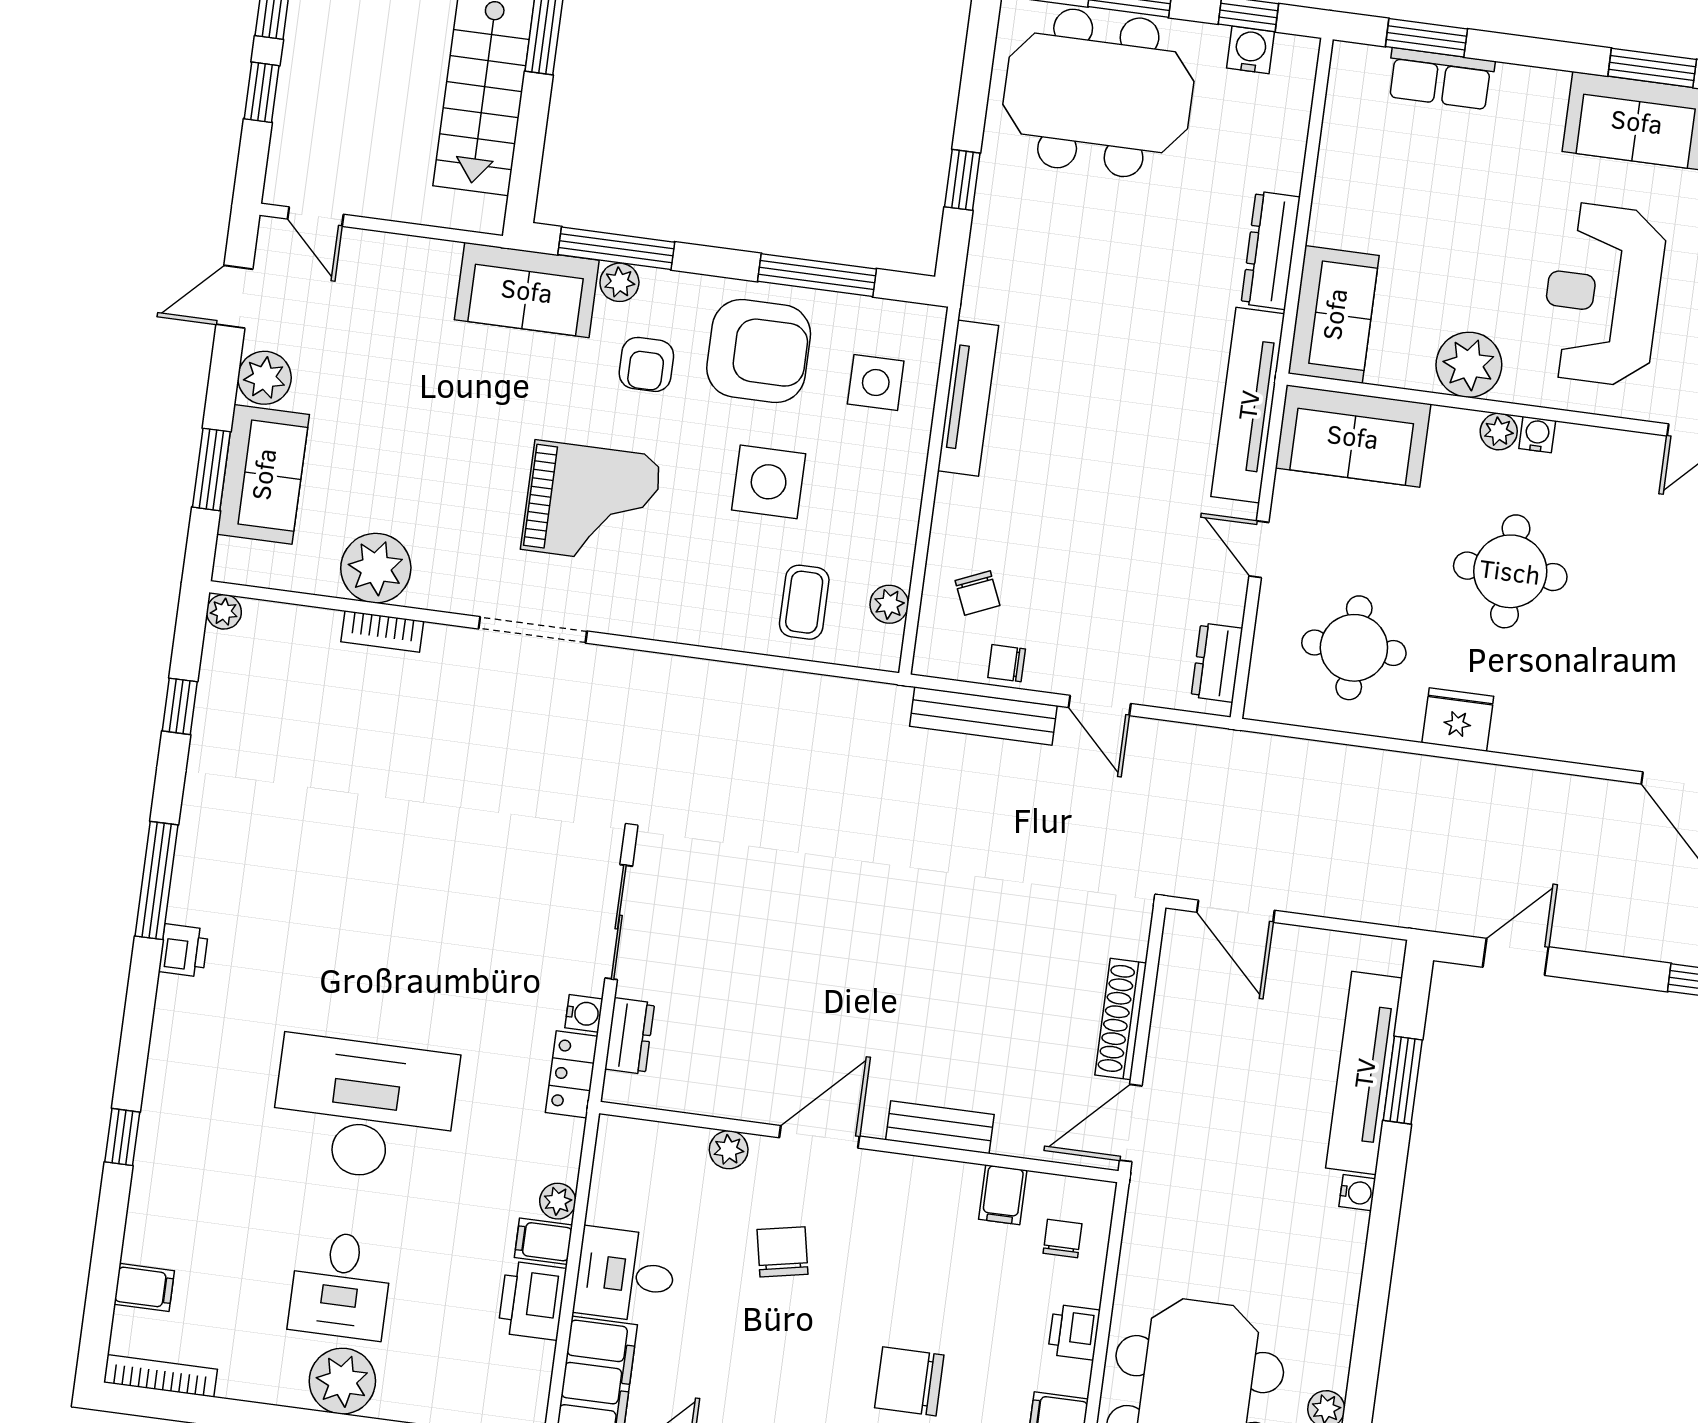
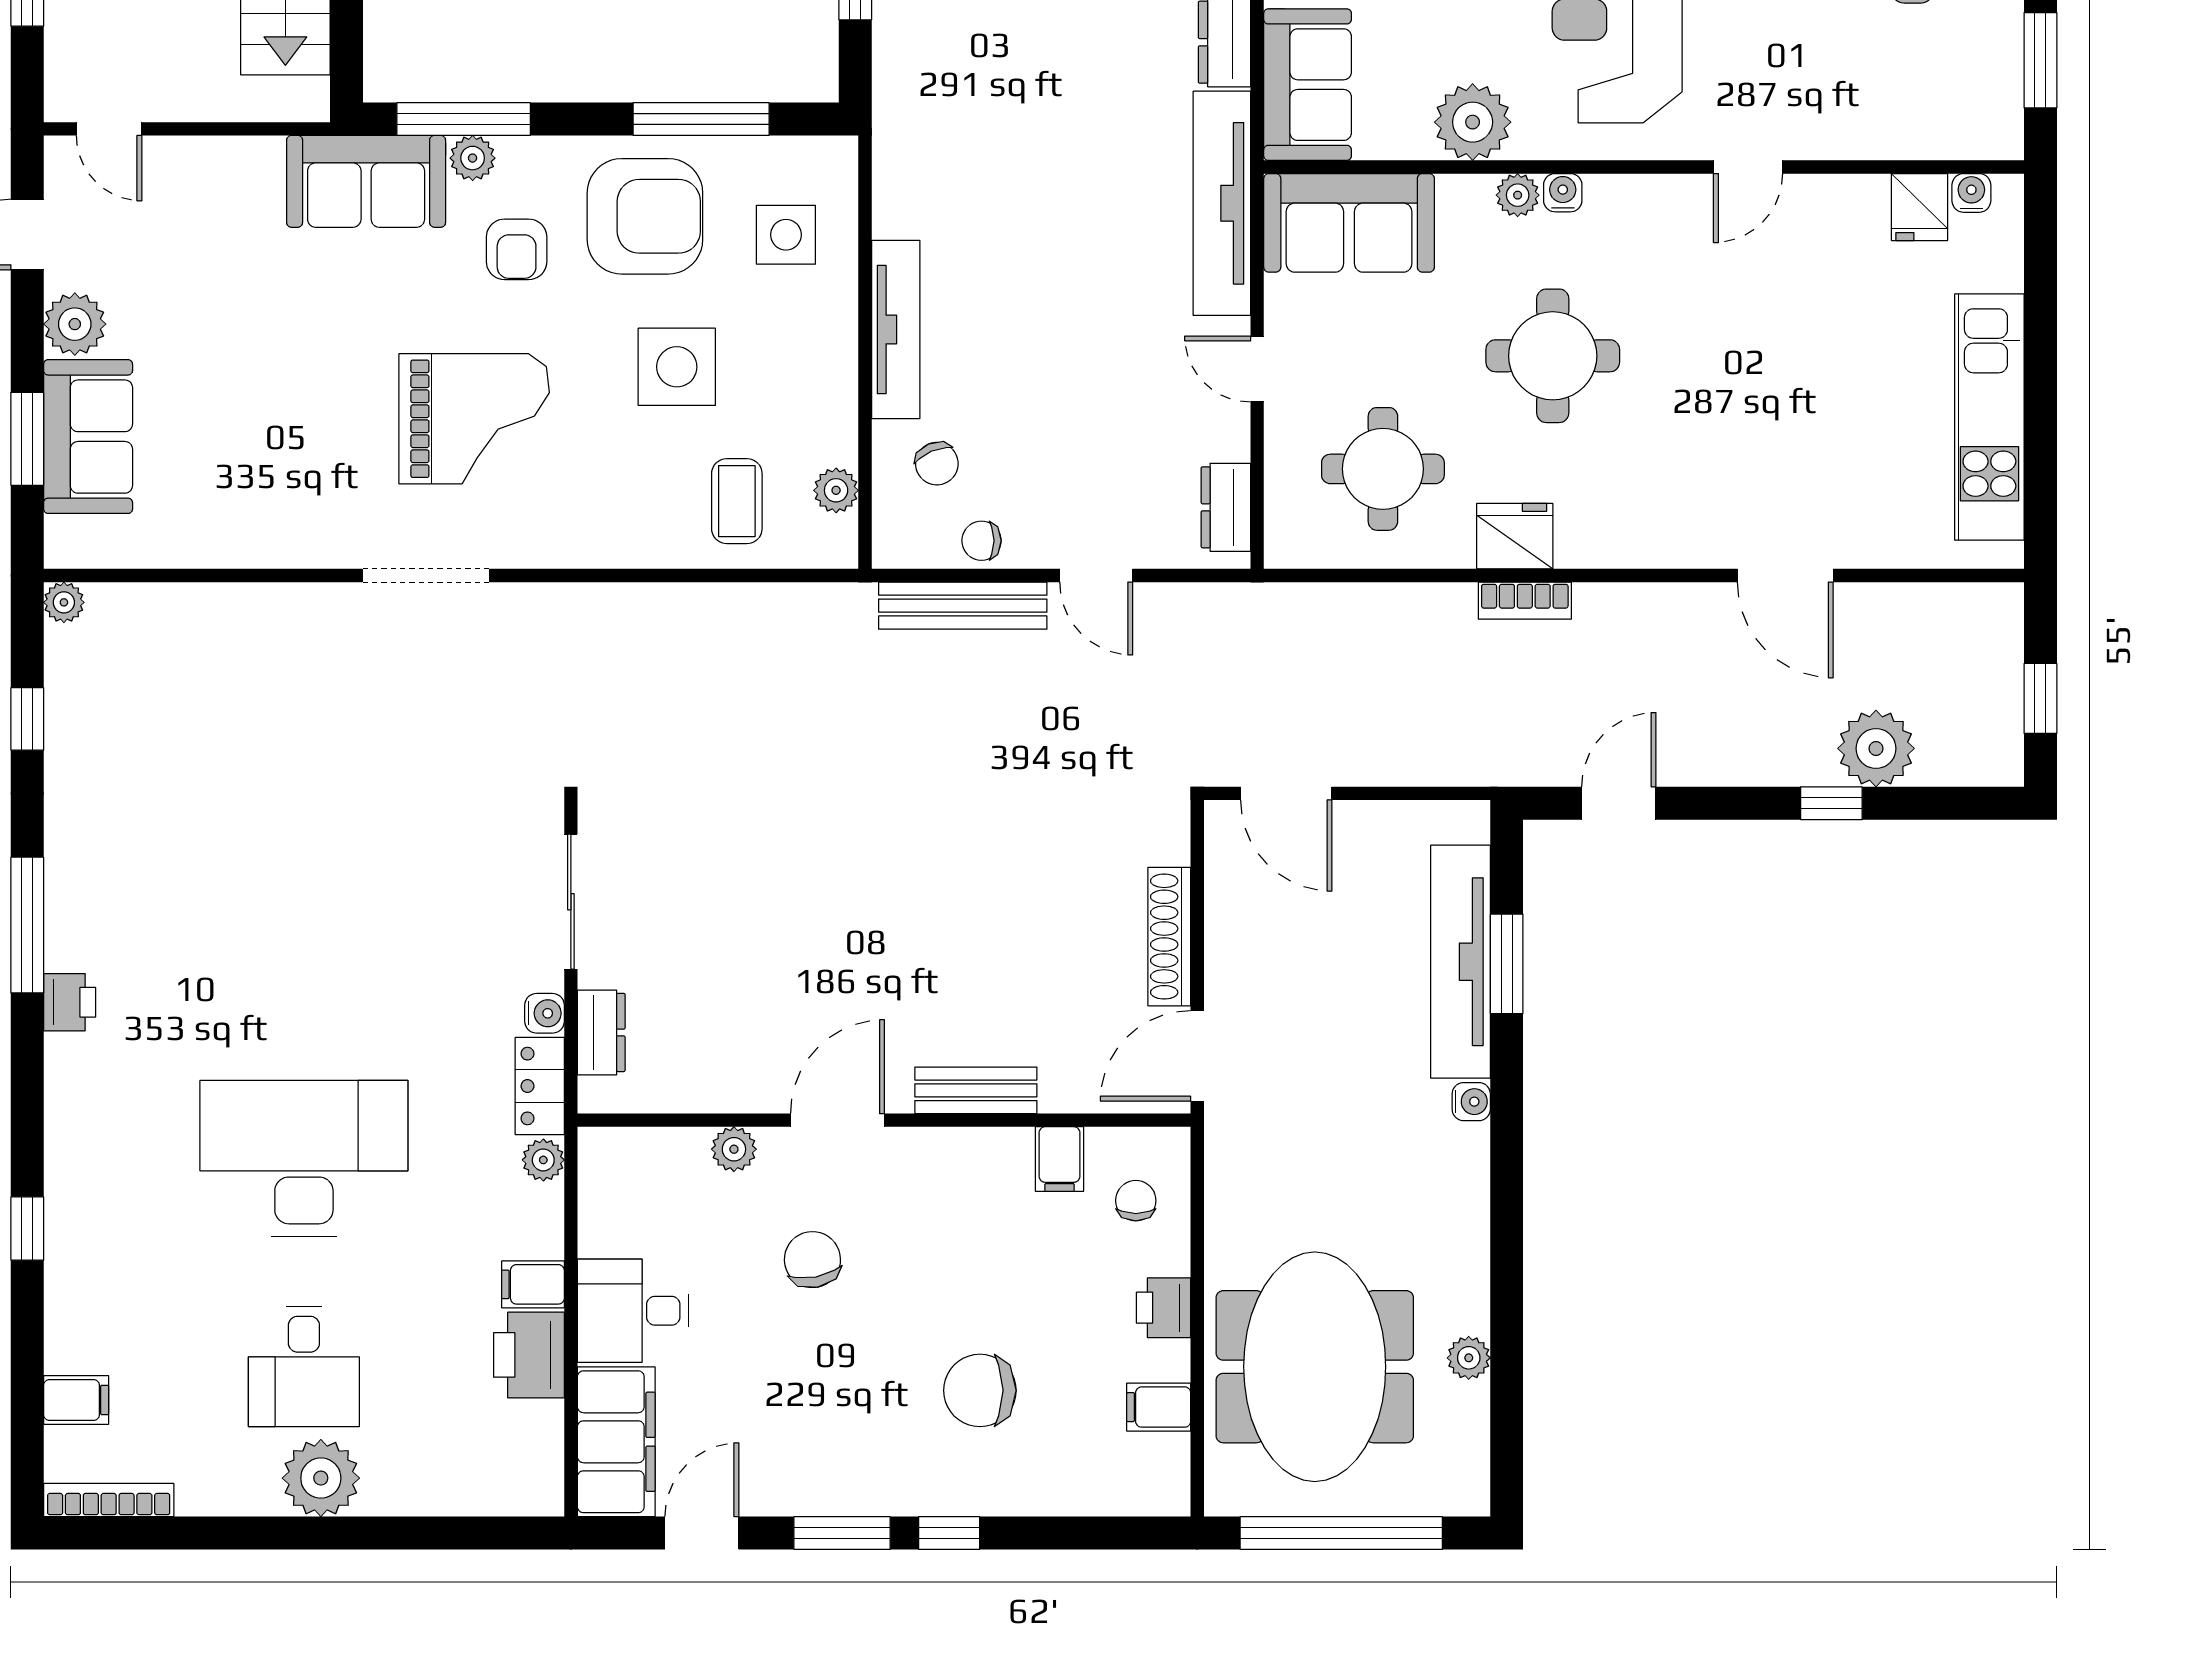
tv unit: (968, 398) -> (896, 330), moved
plant: (376, 568) -> (234, 528), removed
bookcase: (382, 631) -> (1525, 601), moved
plant: (558, 1201) -> (543, 1160), moved

